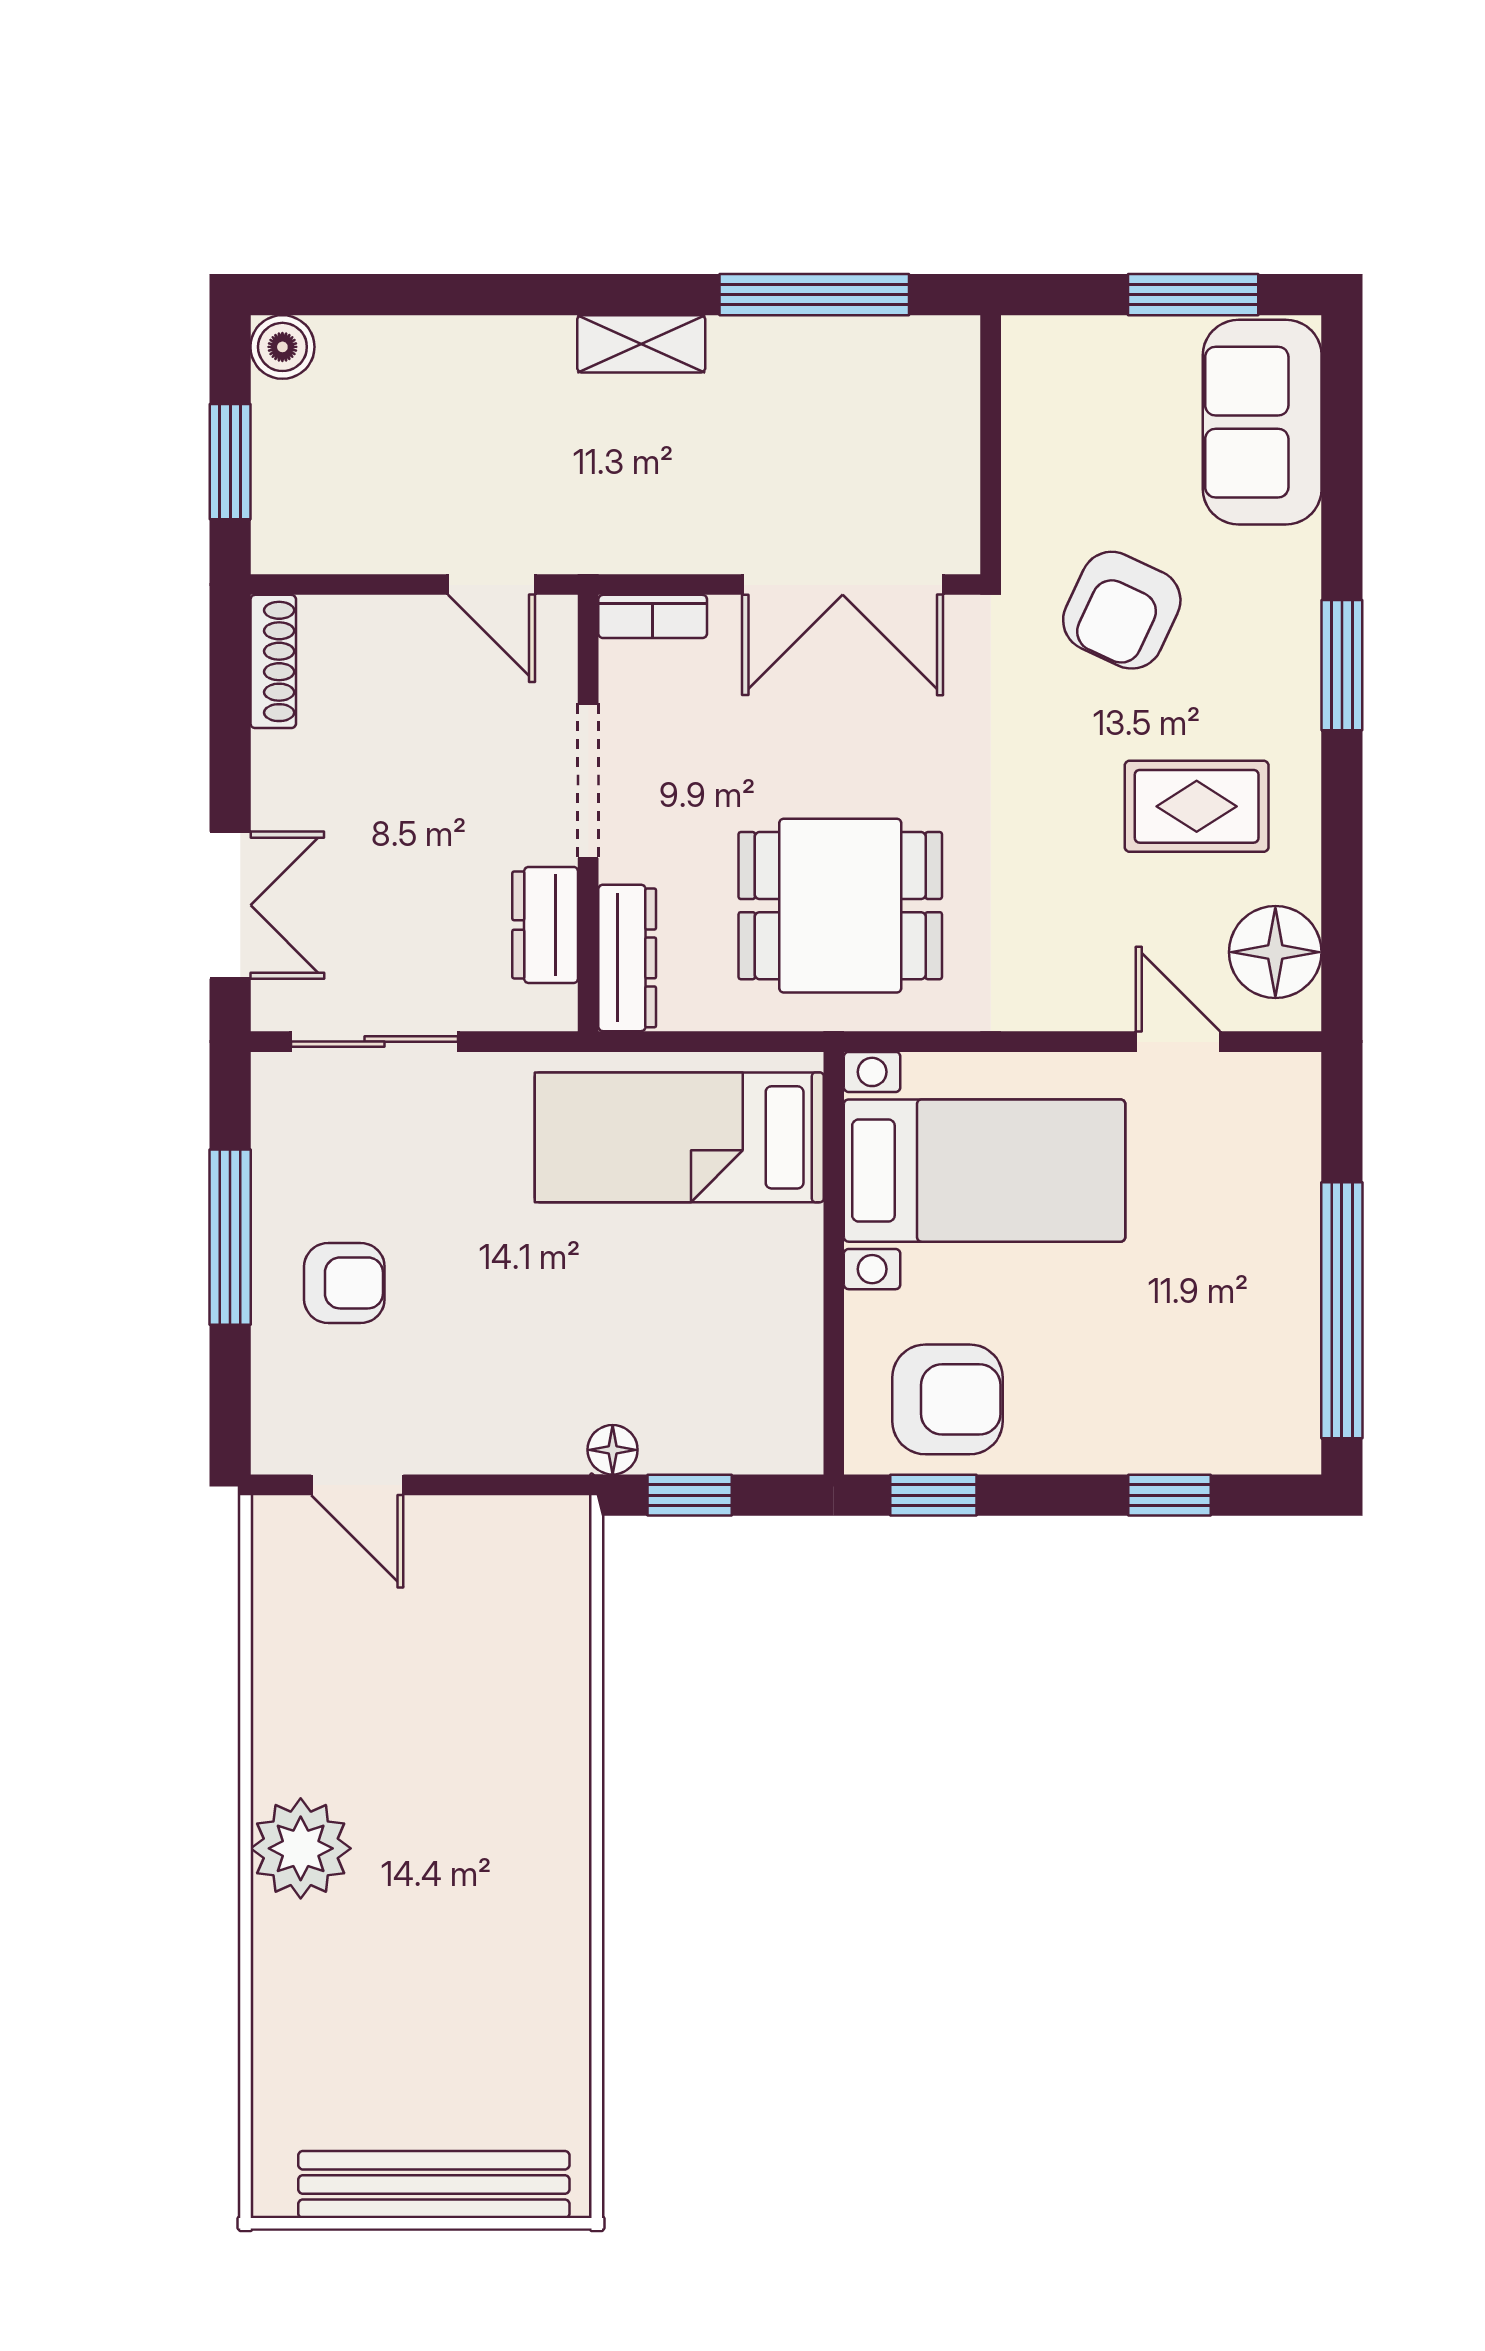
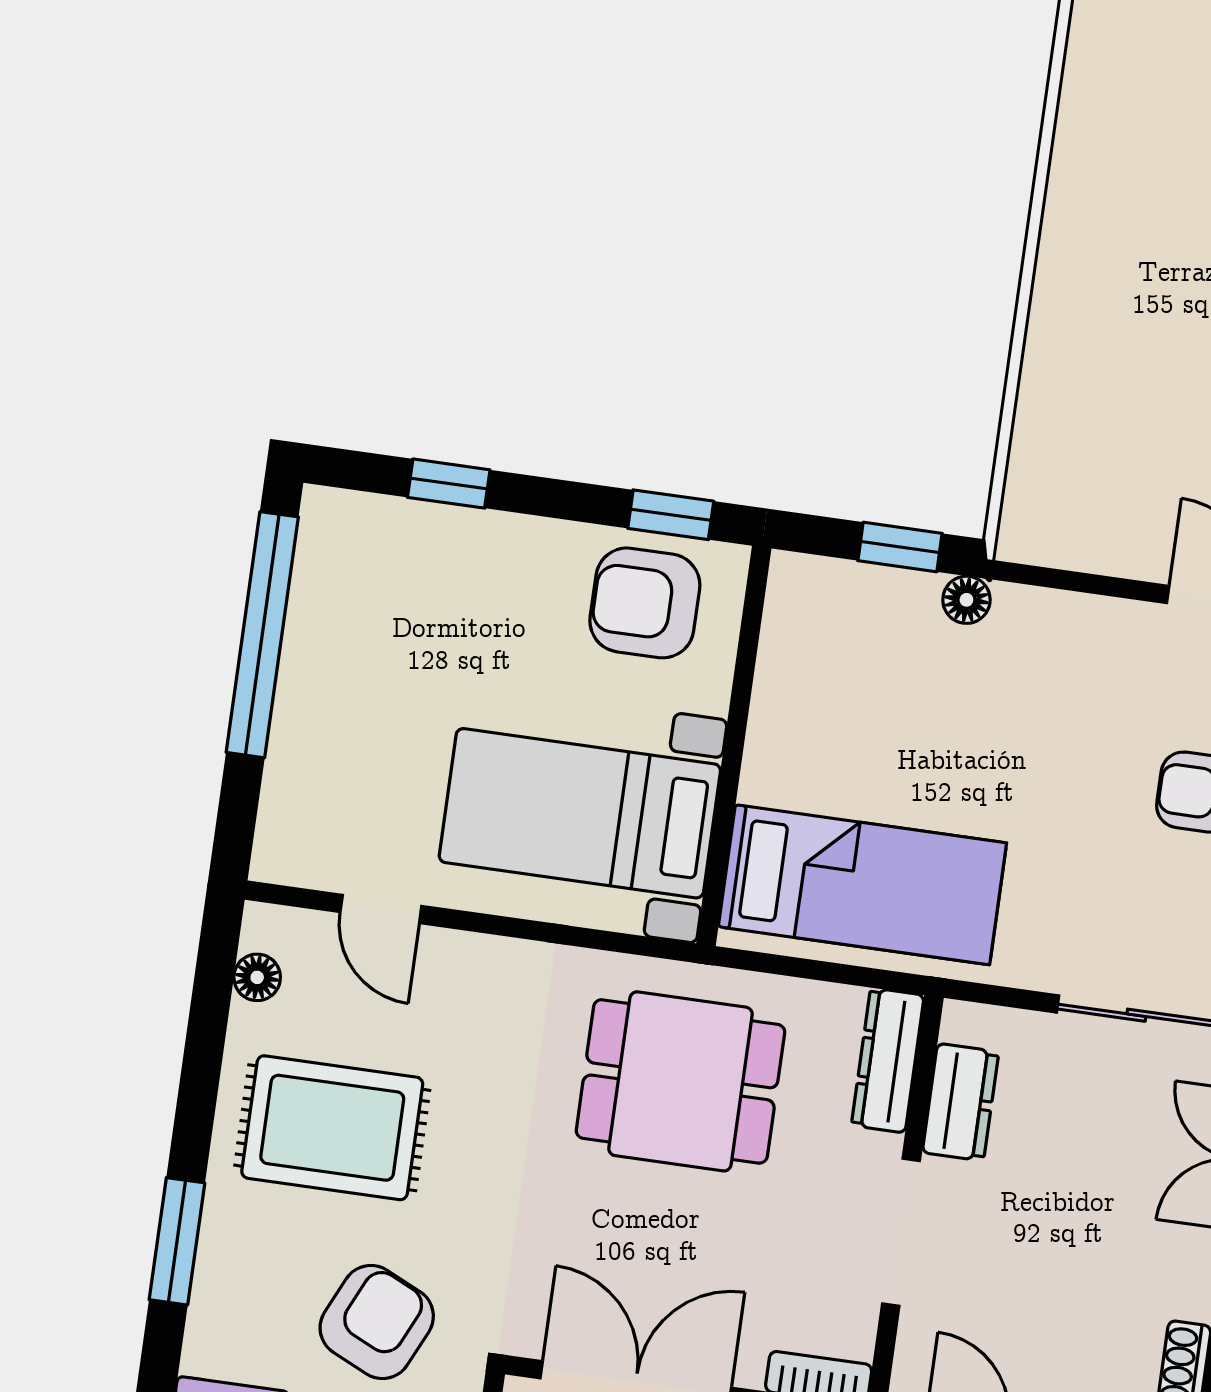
rug: (1197, 806) -> (332, 1128), width x1.36, depth x1.43
floor lamp: (1275, 952) -> (257, 977), width x0.53, depth x0.53

